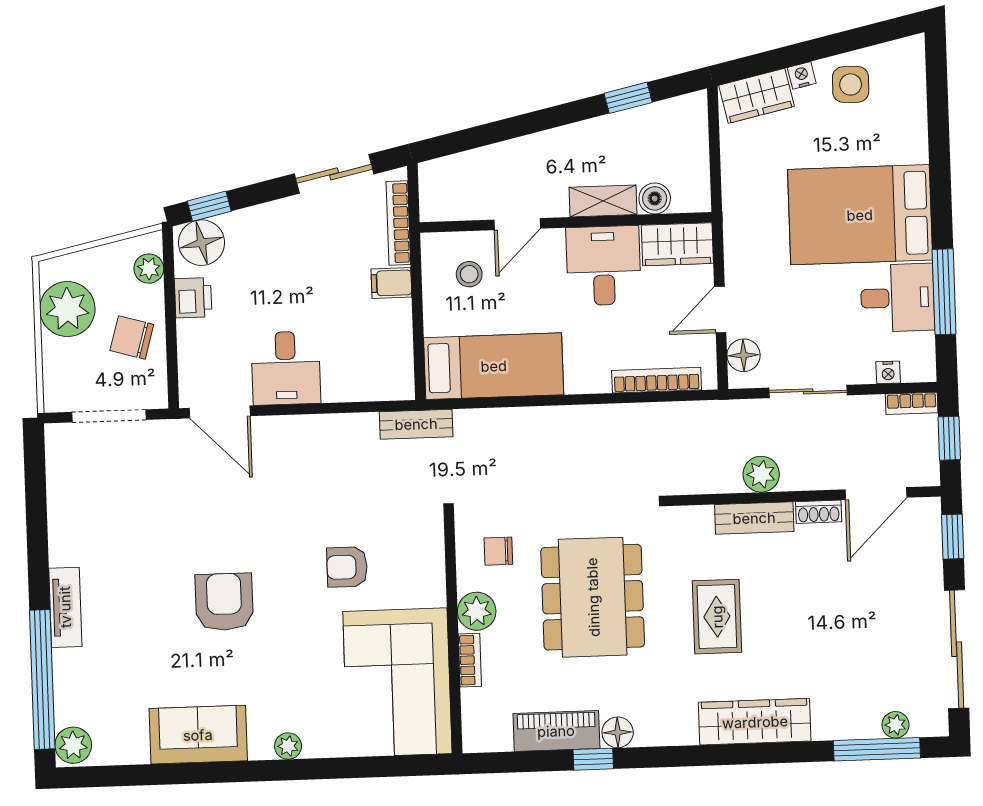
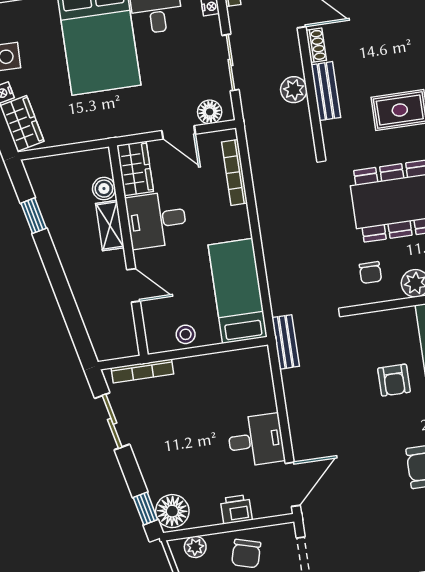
stool: (469, 274) -> (186, 334), moved
filing cabinet: (391, 283) -> (186, 371), removed
printer: (193, 298) -> (236, 509), moved

